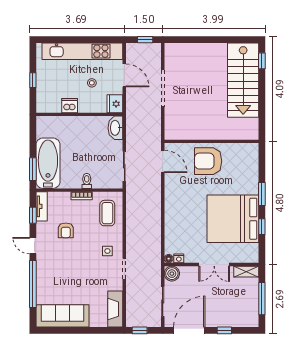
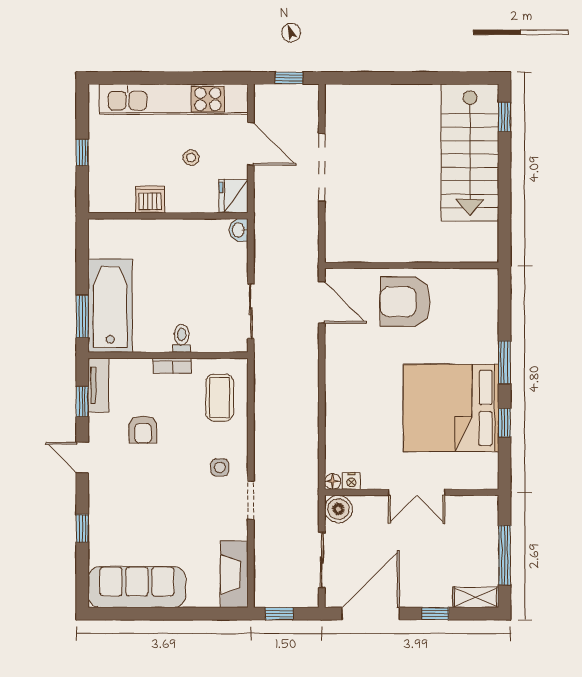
washbasin: (115, 128) -> (239, 230), width x0.52, depth x0.69
shelving: (246, 272) -> (476, 597), moved
window: (33, 284) -> (82, 528), width x0.32

